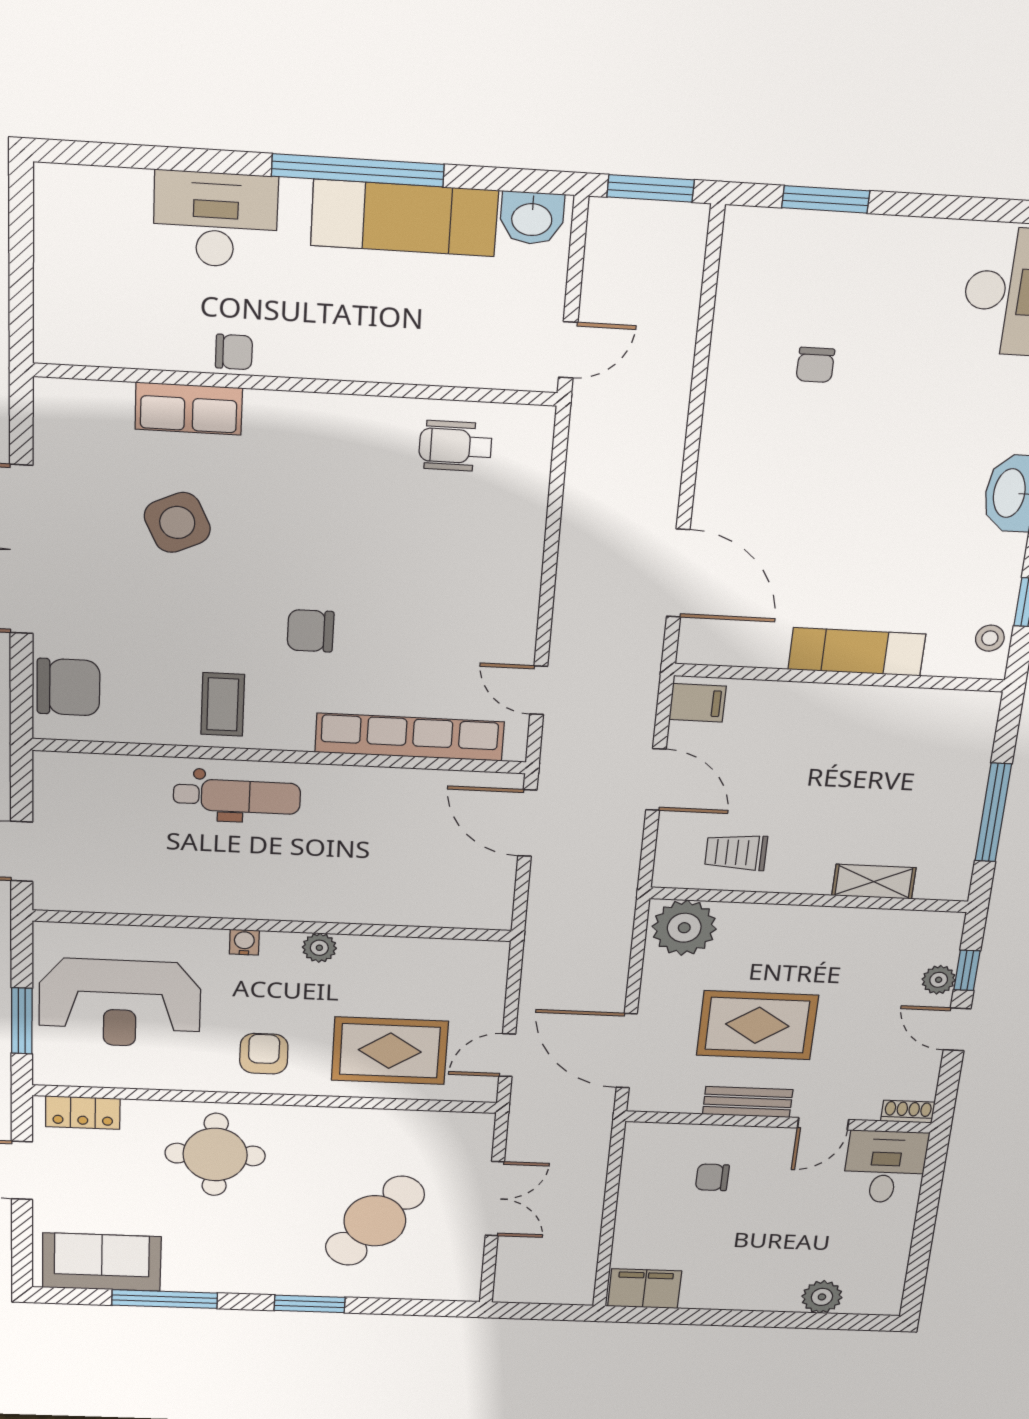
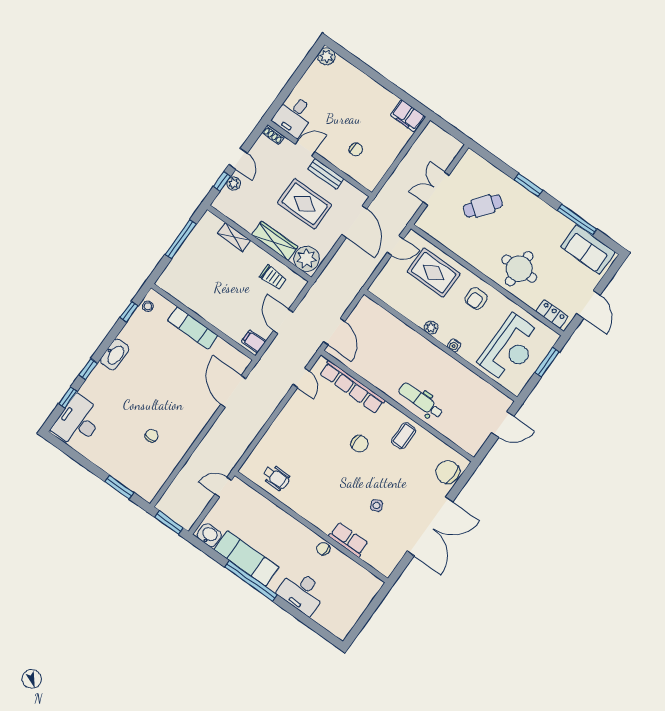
side table: (177, 522) -> (377, 506), width x0.54, depth x0.54
wardrobe: (778, 923) -> (275, 241), added
reception desk: (120, 1003) -> (510, 348), turned 90
cafe table: (375, 1221) -> (483, 206), width x0.73, depth x0.74
plant: (822, 1297) -> (327, 56), moved

